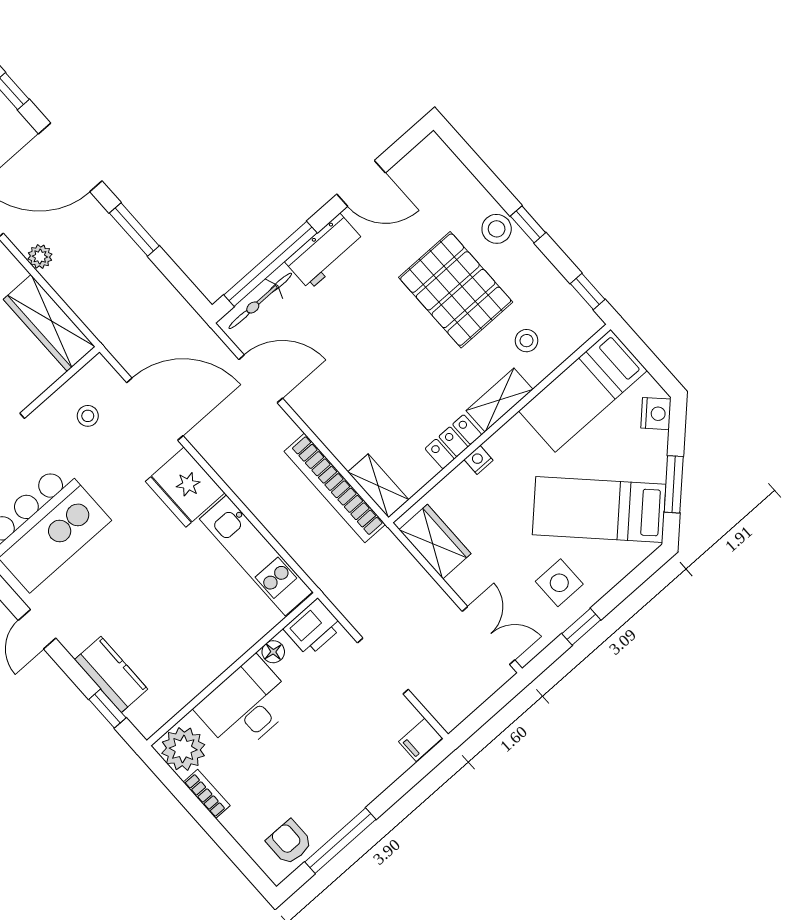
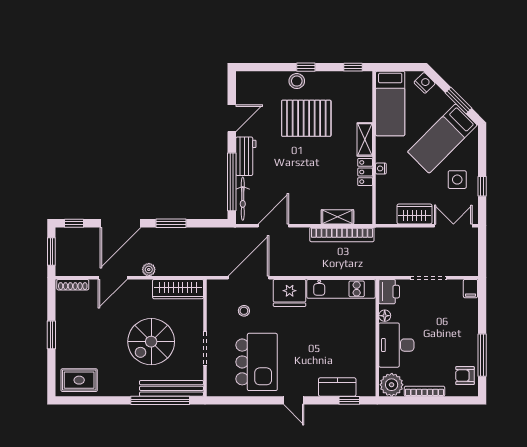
stool: (527, 341) -> (351, 108), removed
stool: (88, 416) -> (244, 311), moved
shelving: (378, 486) -> (337, 217), moved
wardrobe: (435, 542) -> (414, 214), moved
bookcase: (207, 794) -> (424, 391), width x1.56

